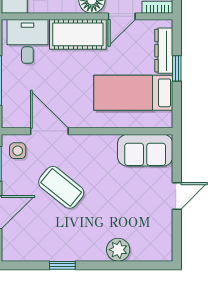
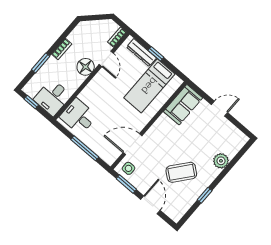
cot: (78, 34) -> (96, 88), removed
coffee table: (61, 187) -> (181, 172), moved
door: (177, 196) -> (219, 109), hinge flipped

